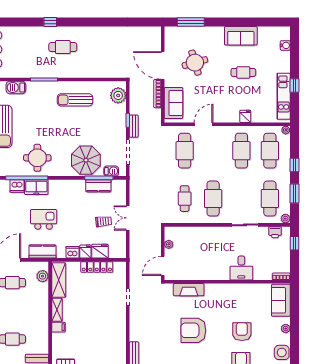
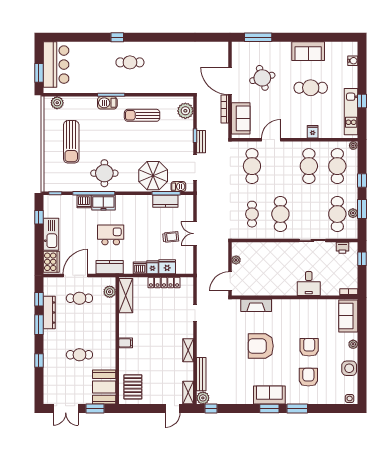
cafe table: (243, 72) -> (311, 88), width x1.37, depth x1.35
barbecue: (16, 87) -> (107, 103), moved
plant: (285, 219) -> (353, 213), moved
shelving: (57, 310) -> (188, 350), moved

